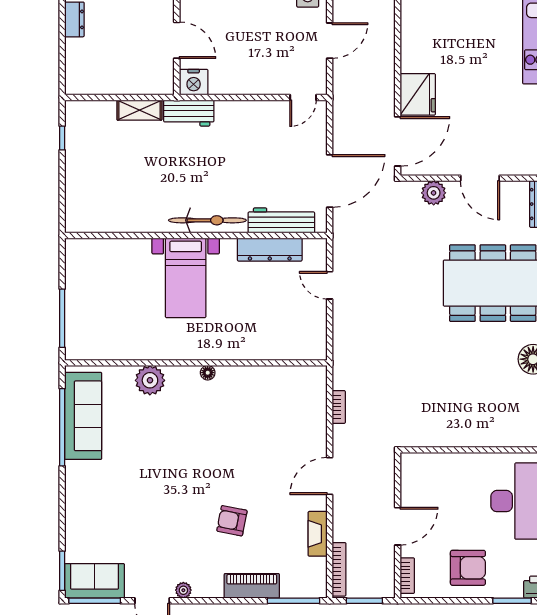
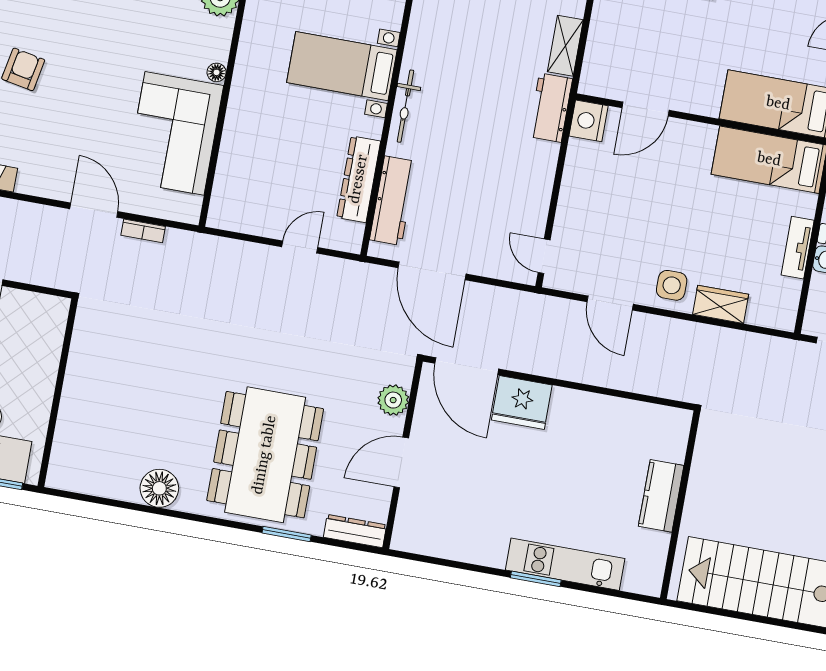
bicycle: (207, 220) -> (405, 106), width x0.73, depth x0.71
corner sofa: (260, 396) -> (175, 133), added
door: (330, 476) -> (94, 210), moved

